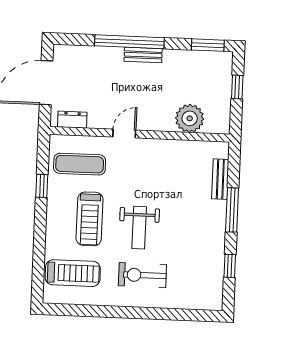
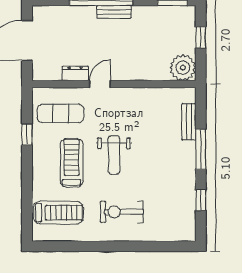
plant: (190, 118) -> (183, 68), moved
dresser: (72, 120) -> (75, 73), moved
treadmill: (89, 219) -> (72, 163), turned 180
weight bench: (139, 228) -> (114, 155), moved

